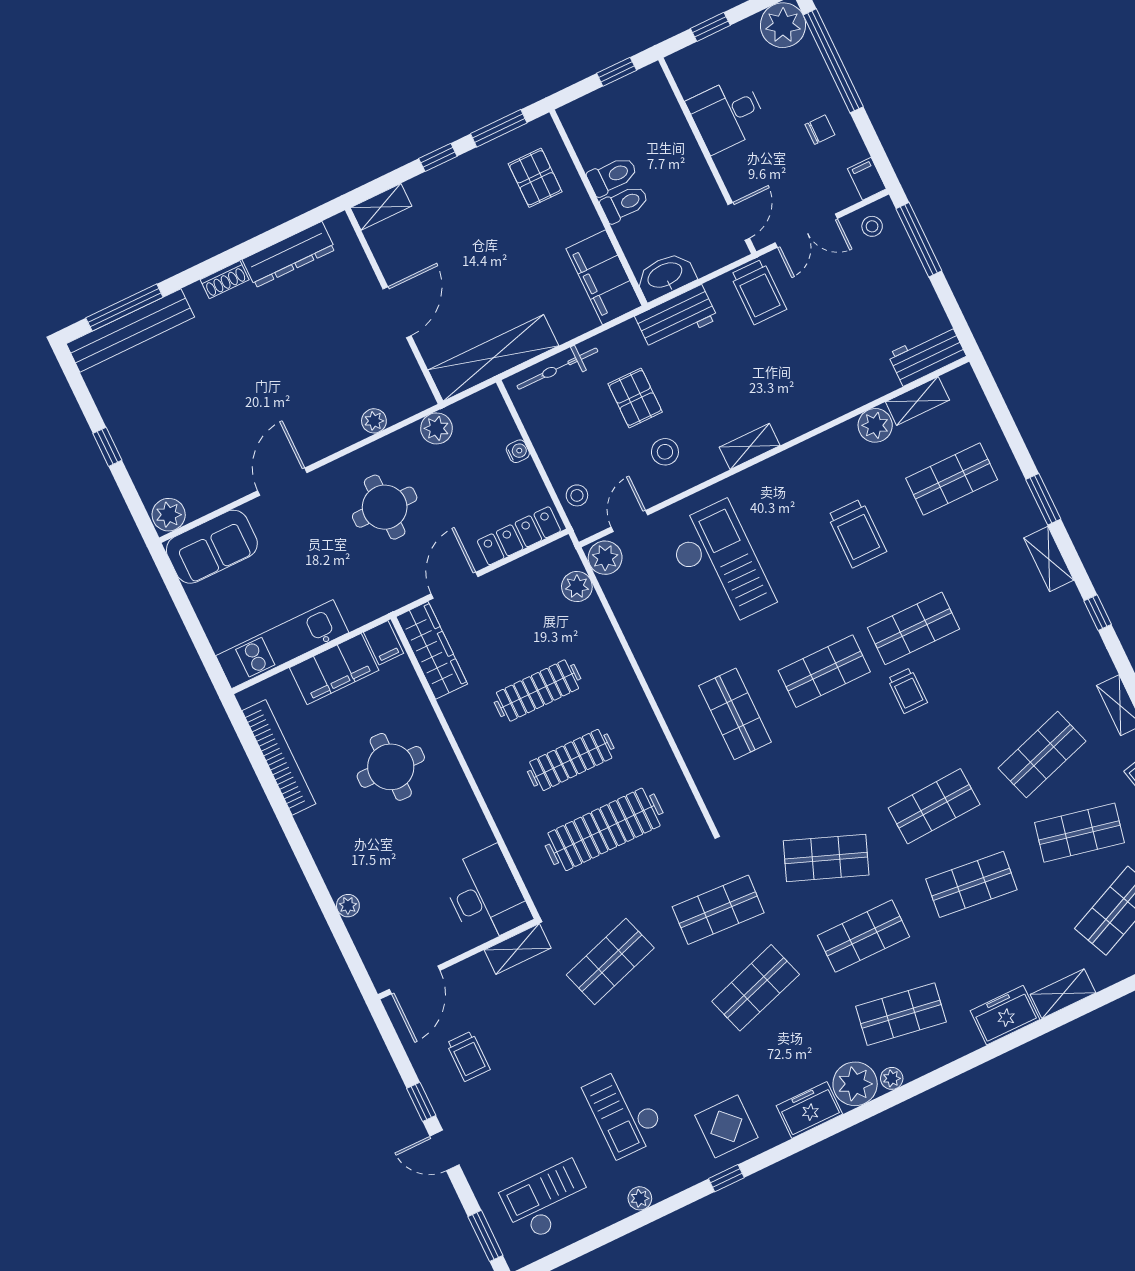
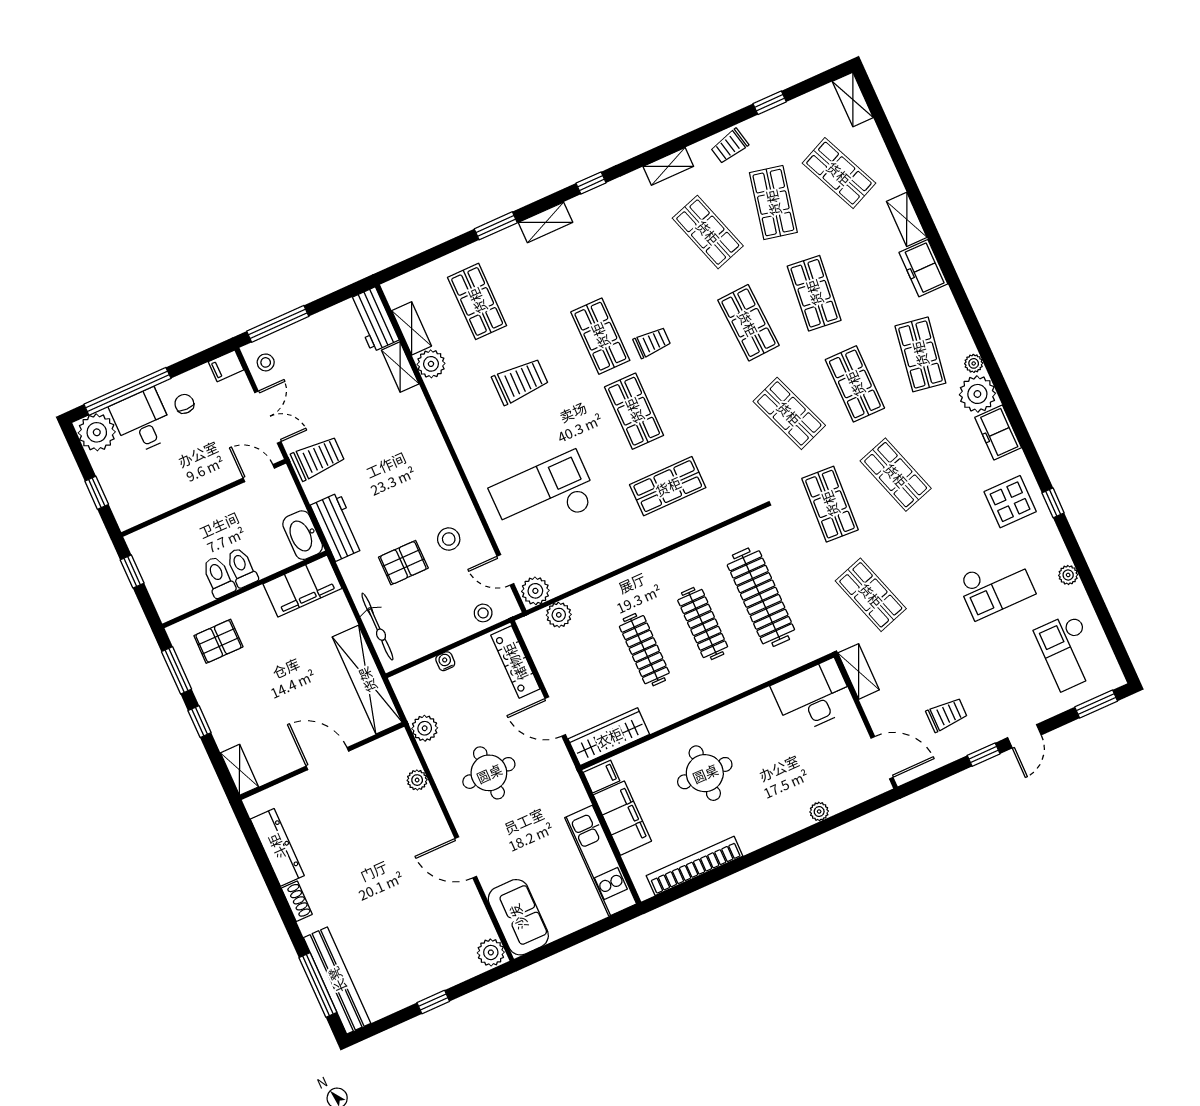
desk: (727, 115) -> (142, 421), moved, turned 180
shelving: (750, 446) -> (400, 367), moved
shop shelf: (826, 858) -> (789, 413), turned -42

